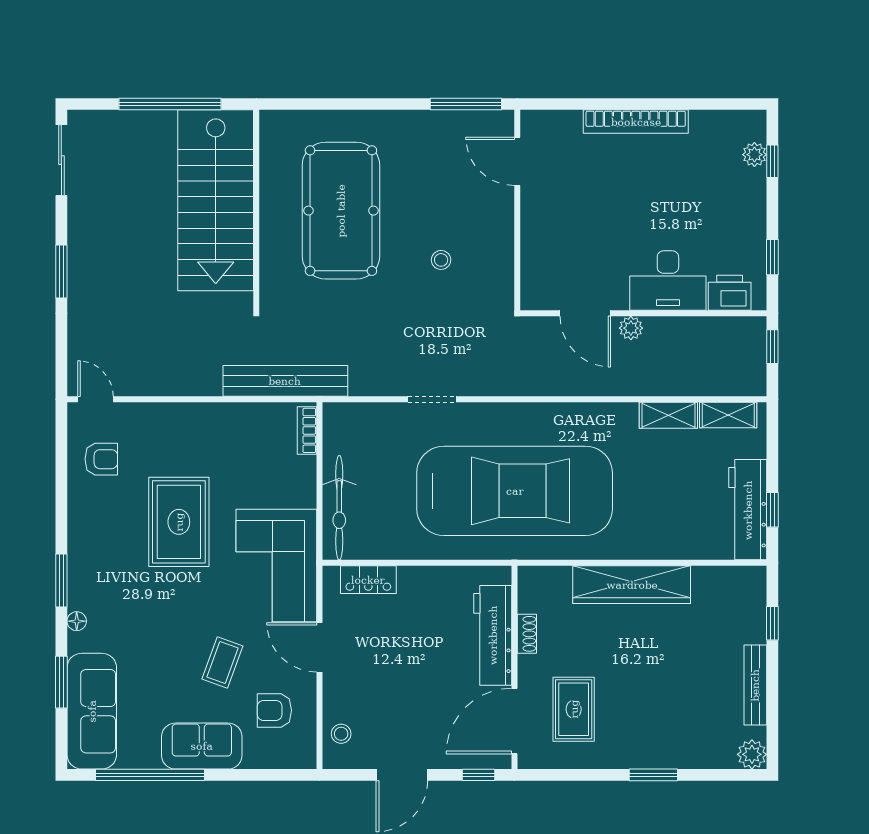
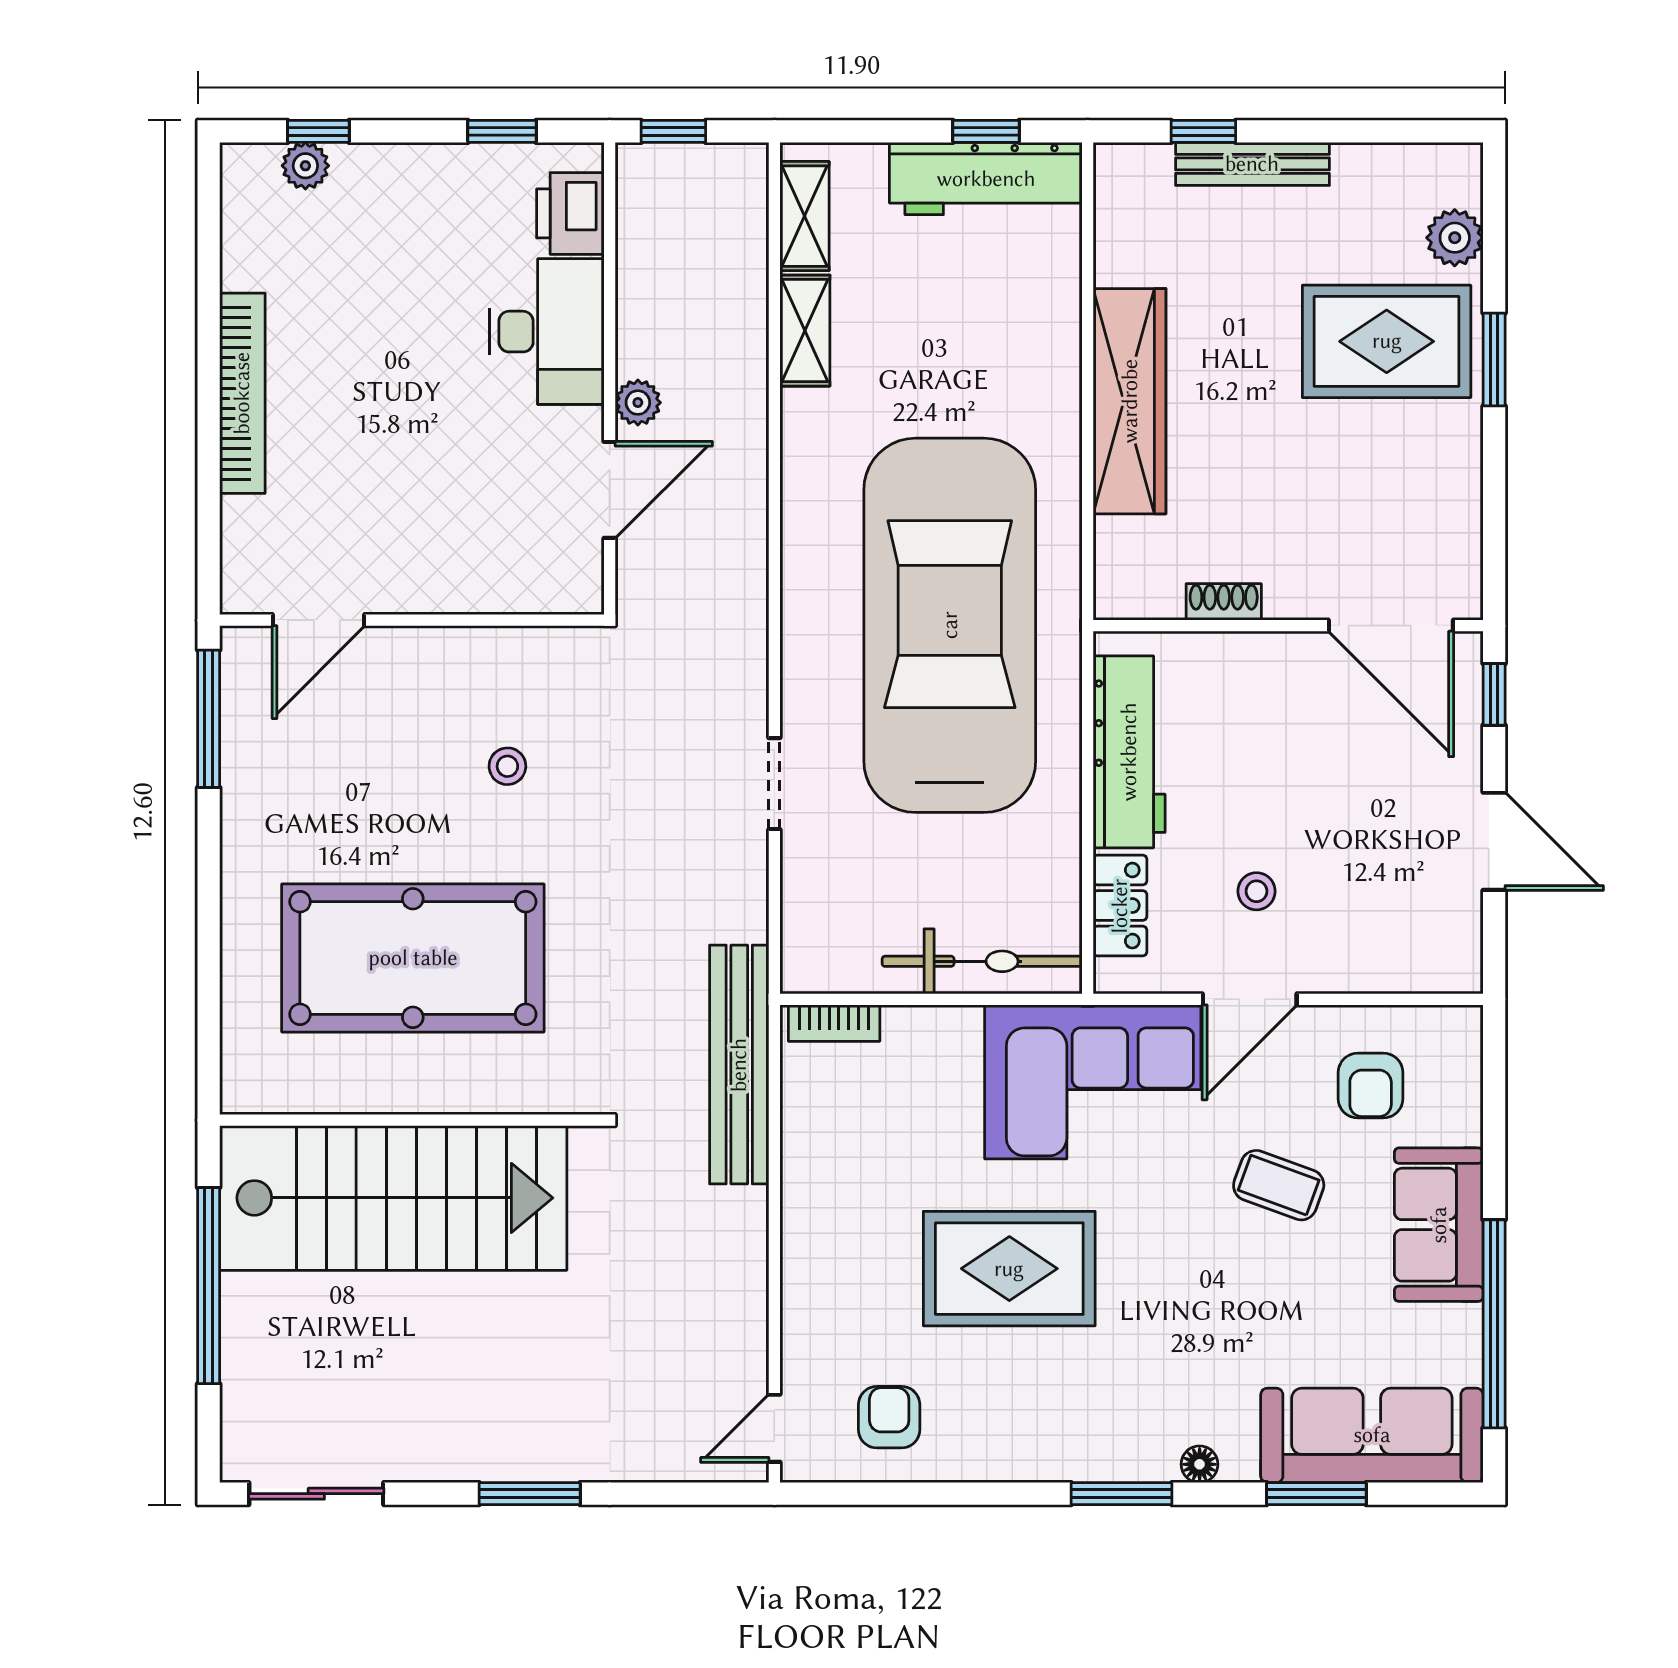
workbench: (493, 635) -> (1129, 752), moved, turned -90
bench: (755, 685) -> (1252, 164), moved
rug: (574, 709) -> (1387, 341), moved, width x1.36, depth x1.43
stool: (341, 734) -> (1256, 891), moved
plant: (752, 754) -> (1455, 238), moved

